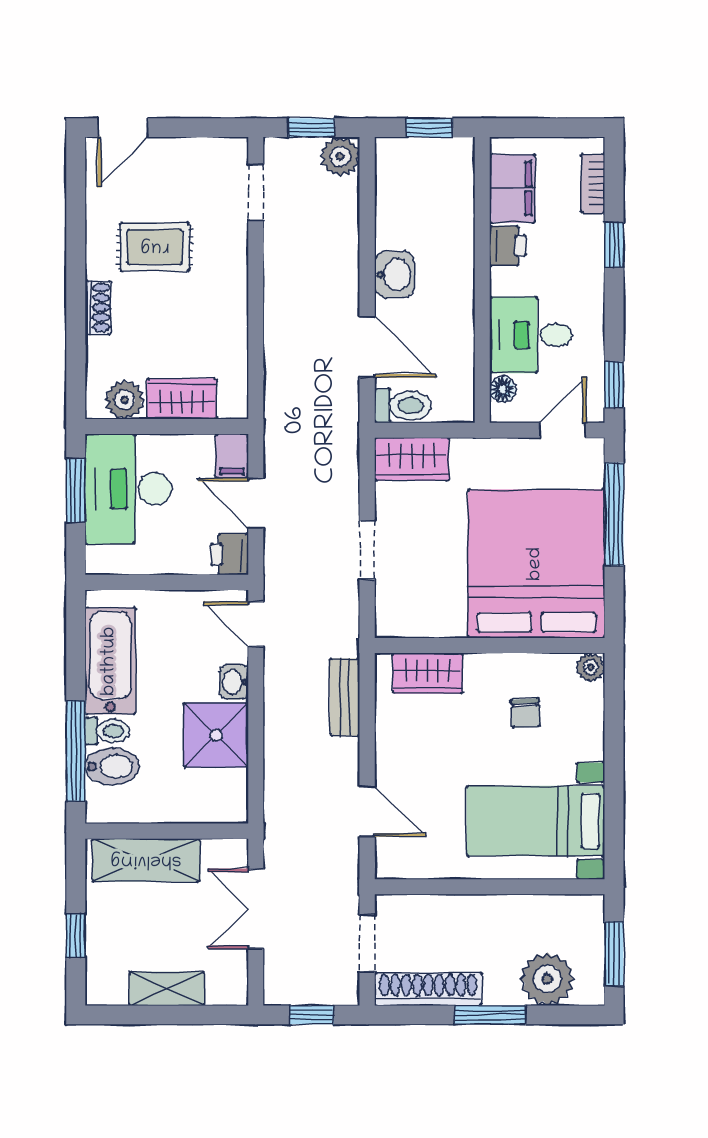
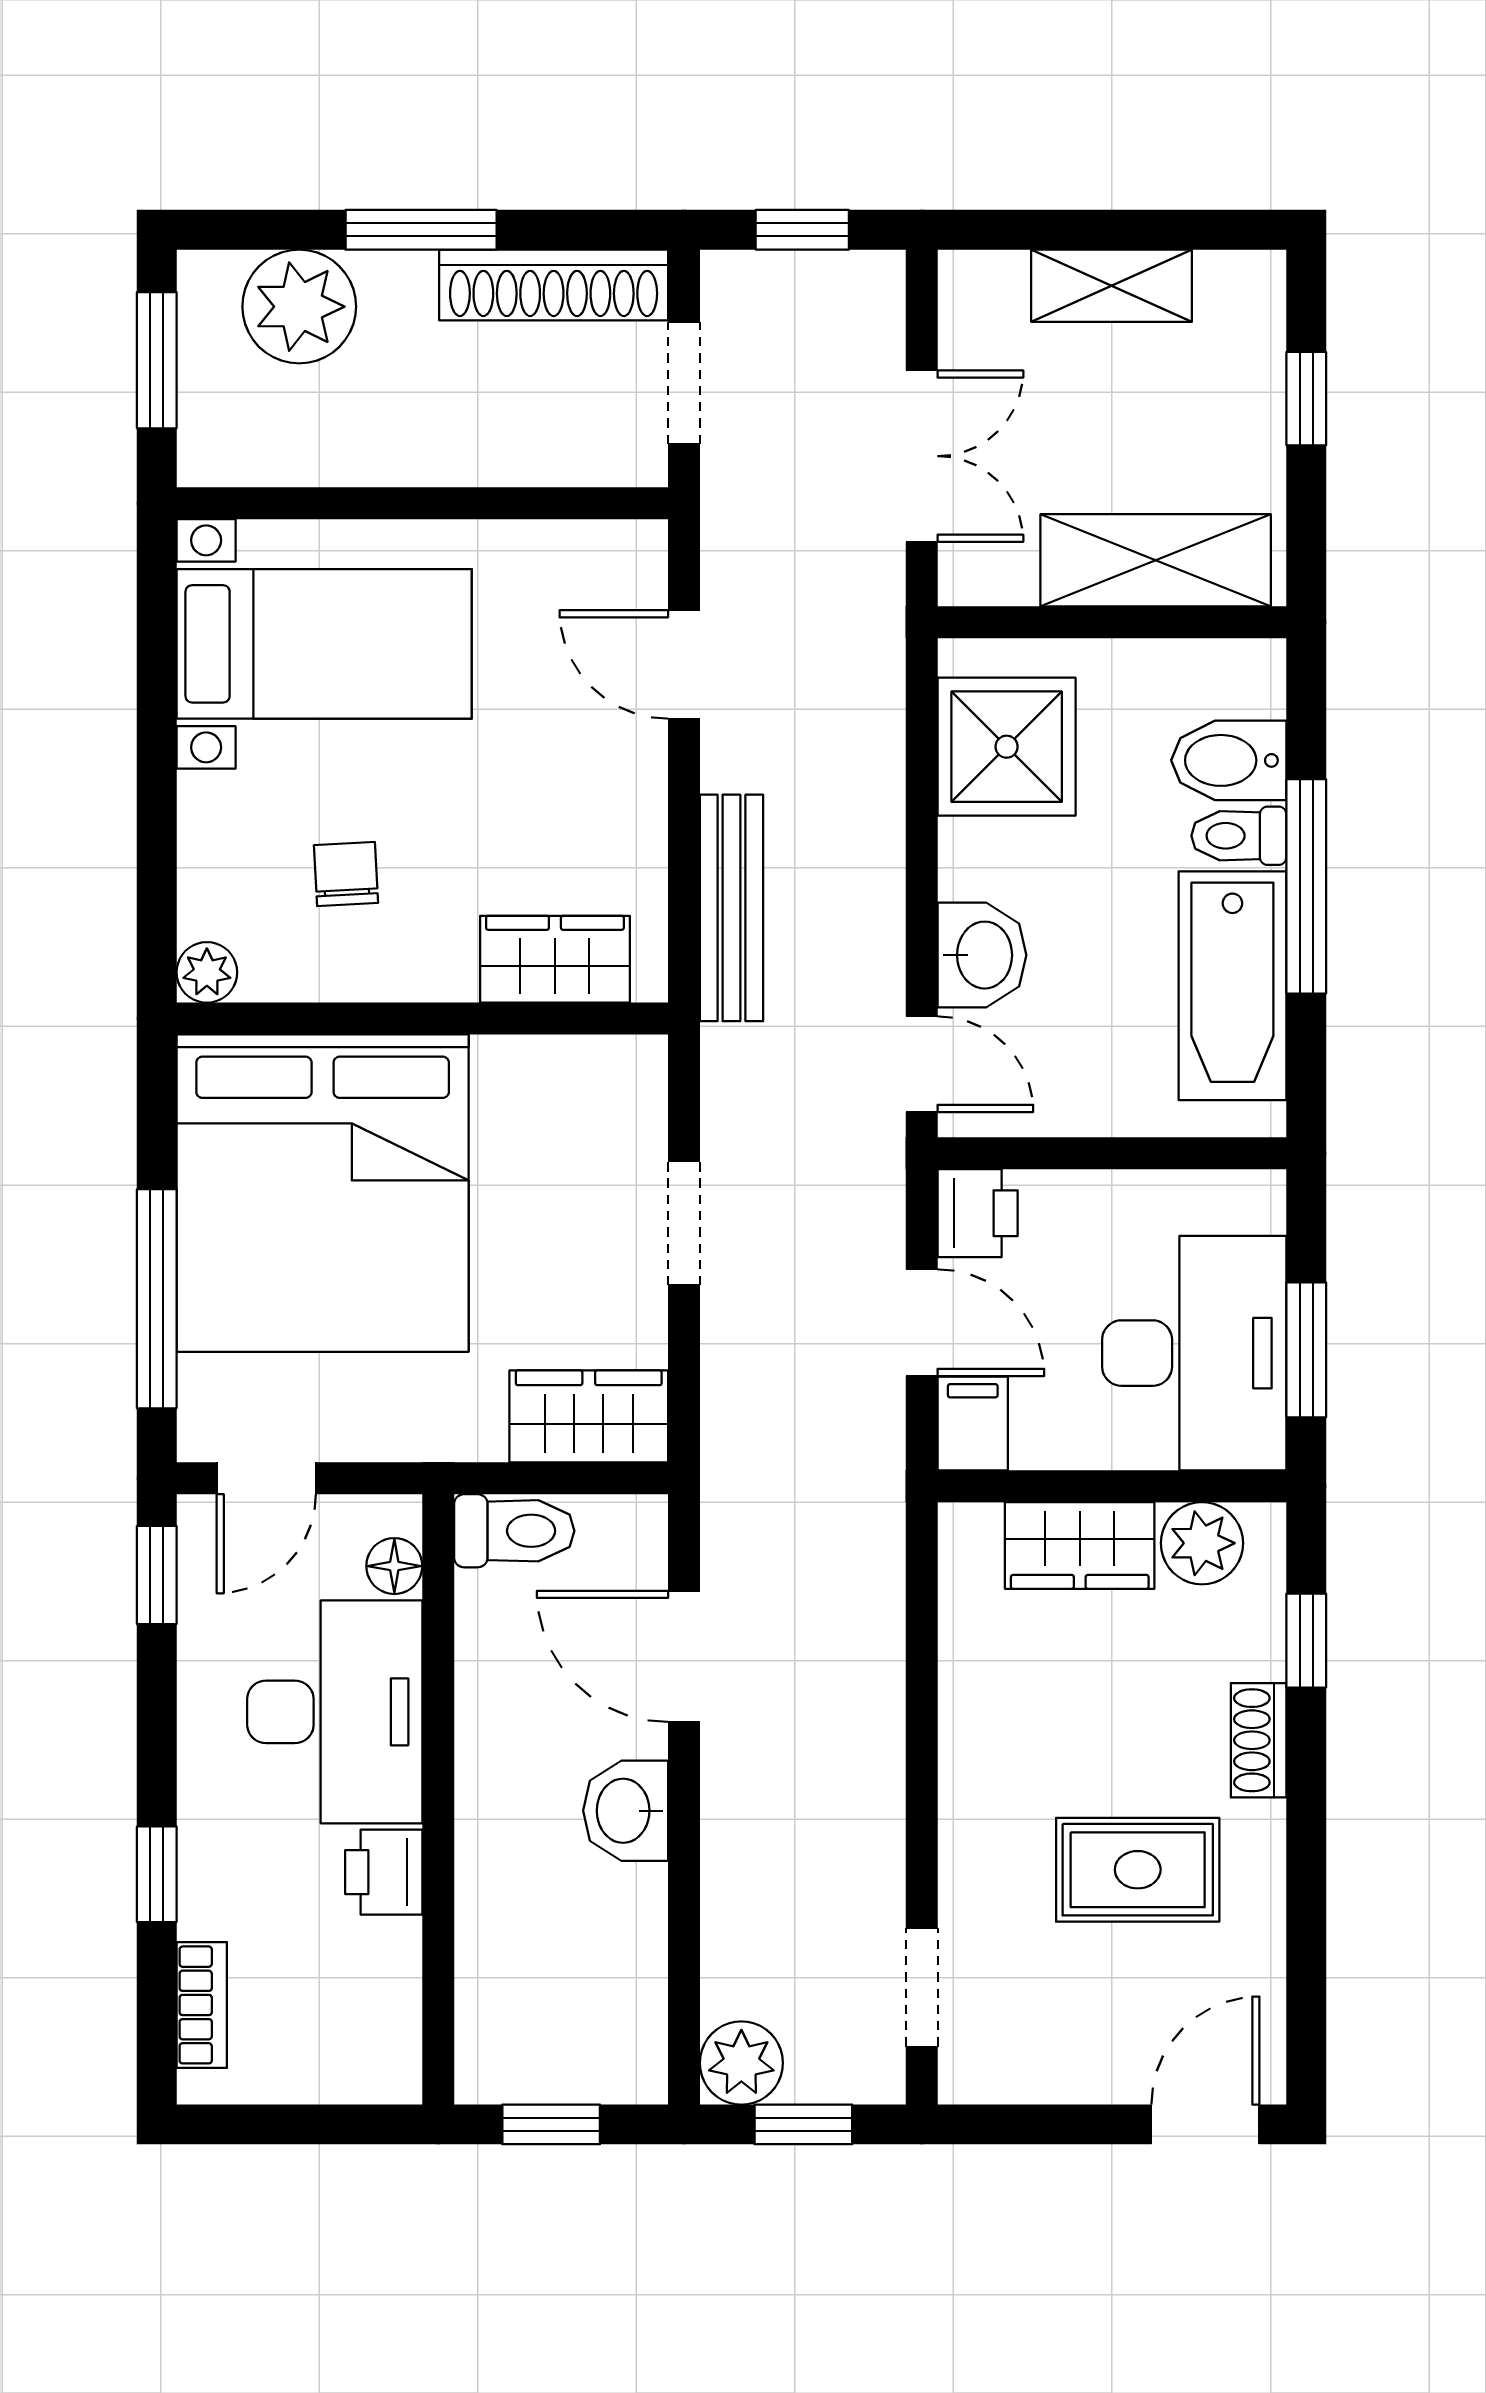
filing cabinet: (513, 189) -> (374, 1994), removed
desk: (531, 335) -> (335, 1712), width x1.37
window: (76, 354) -> (1306, 1641), added
toilet: (403, 406) -> (514, 1531), moved, turned 180
washbasin: (234, 682) -> (982, 955), width x1.38, depth x1.45
bench: (345, 697) -> (731, 908), width x1.36
shower: (216, 735) -> (1007, 747), moved
window: (76, 751) -> (1306, 886), moved

